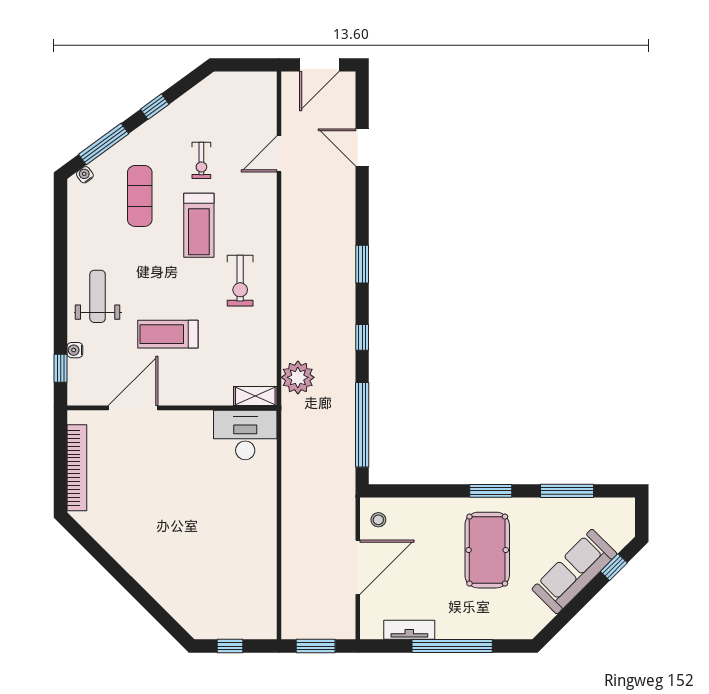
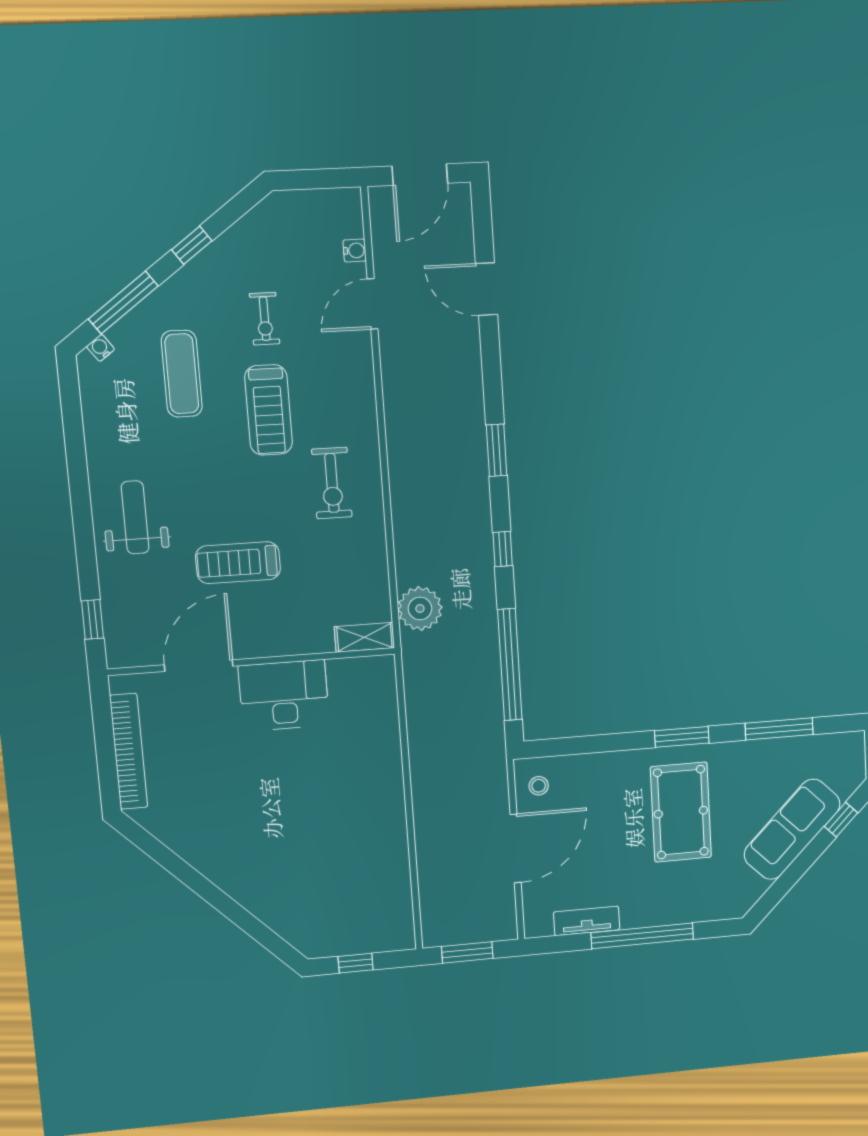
water cooler: (75, 350) -> (355, 251), moved, turned 180
desk: (245, 435) -> (284, 695), moved

